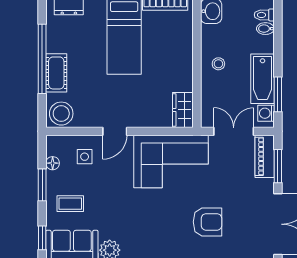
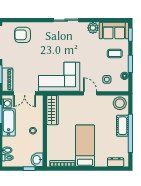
wardrobe: (183, 110) -> (53, 110), width x1.50
door: (115, 131) -> (90, 93), hinge flipped
armchair: (208, 222) -> (22, 35), moved

